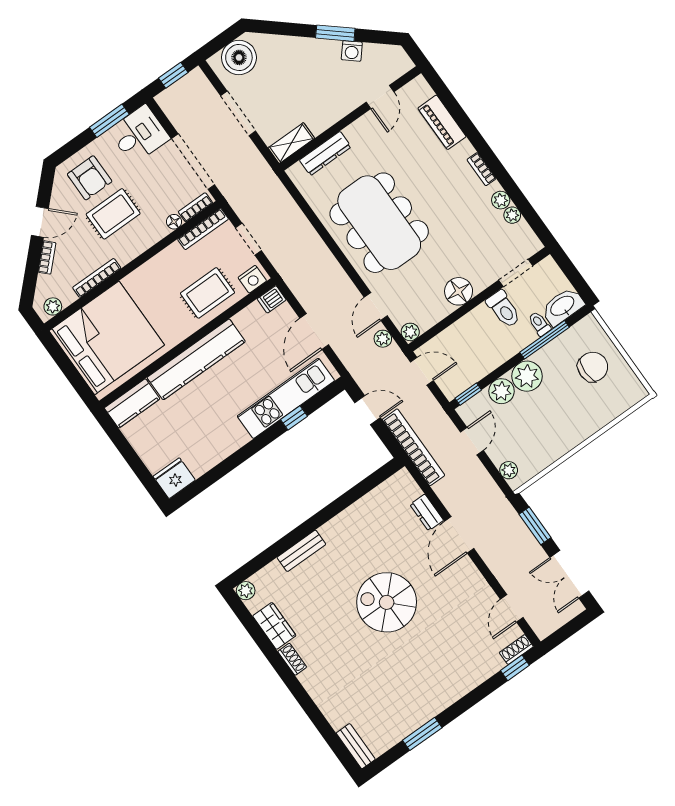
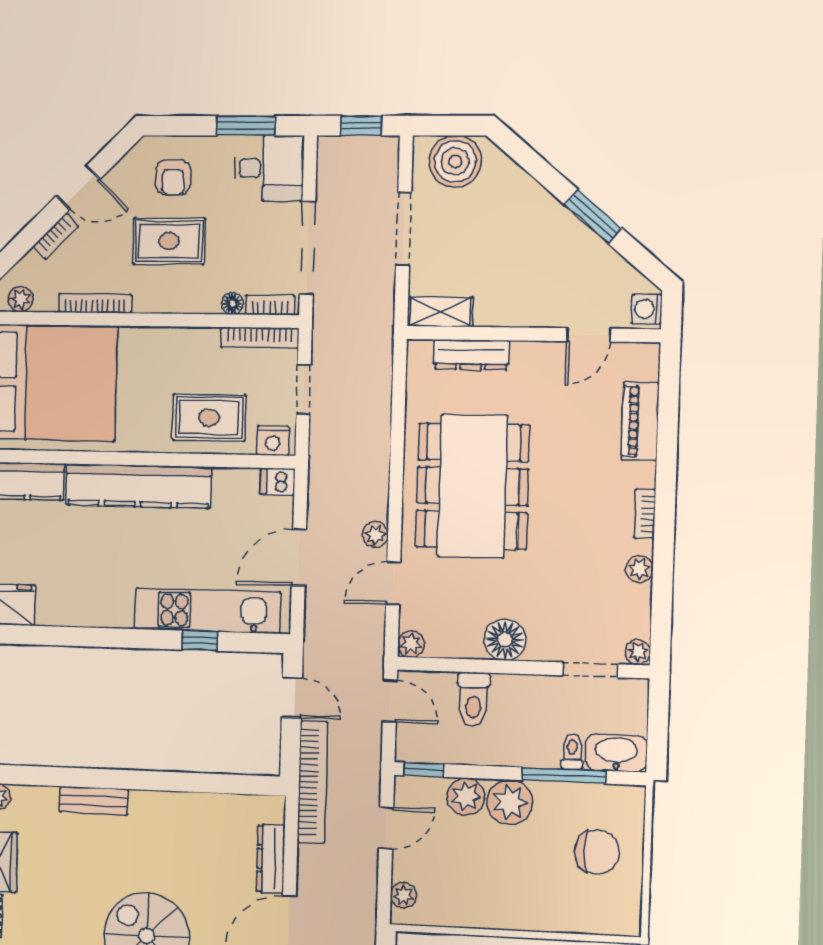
washing machine: (352, 51) -> (647, 309), moved, turned 49
armchair: (90, 178) -> (173, 178), width x0.72, depth x0.72
plant: (512, 215) -> (638, 652), moved
toilet: (504, 309) -> (474, 699), moved
plant: (383, 339) -> (376, 535), moved
dresser: (427, 512) -> (271, 859), width x1.44

